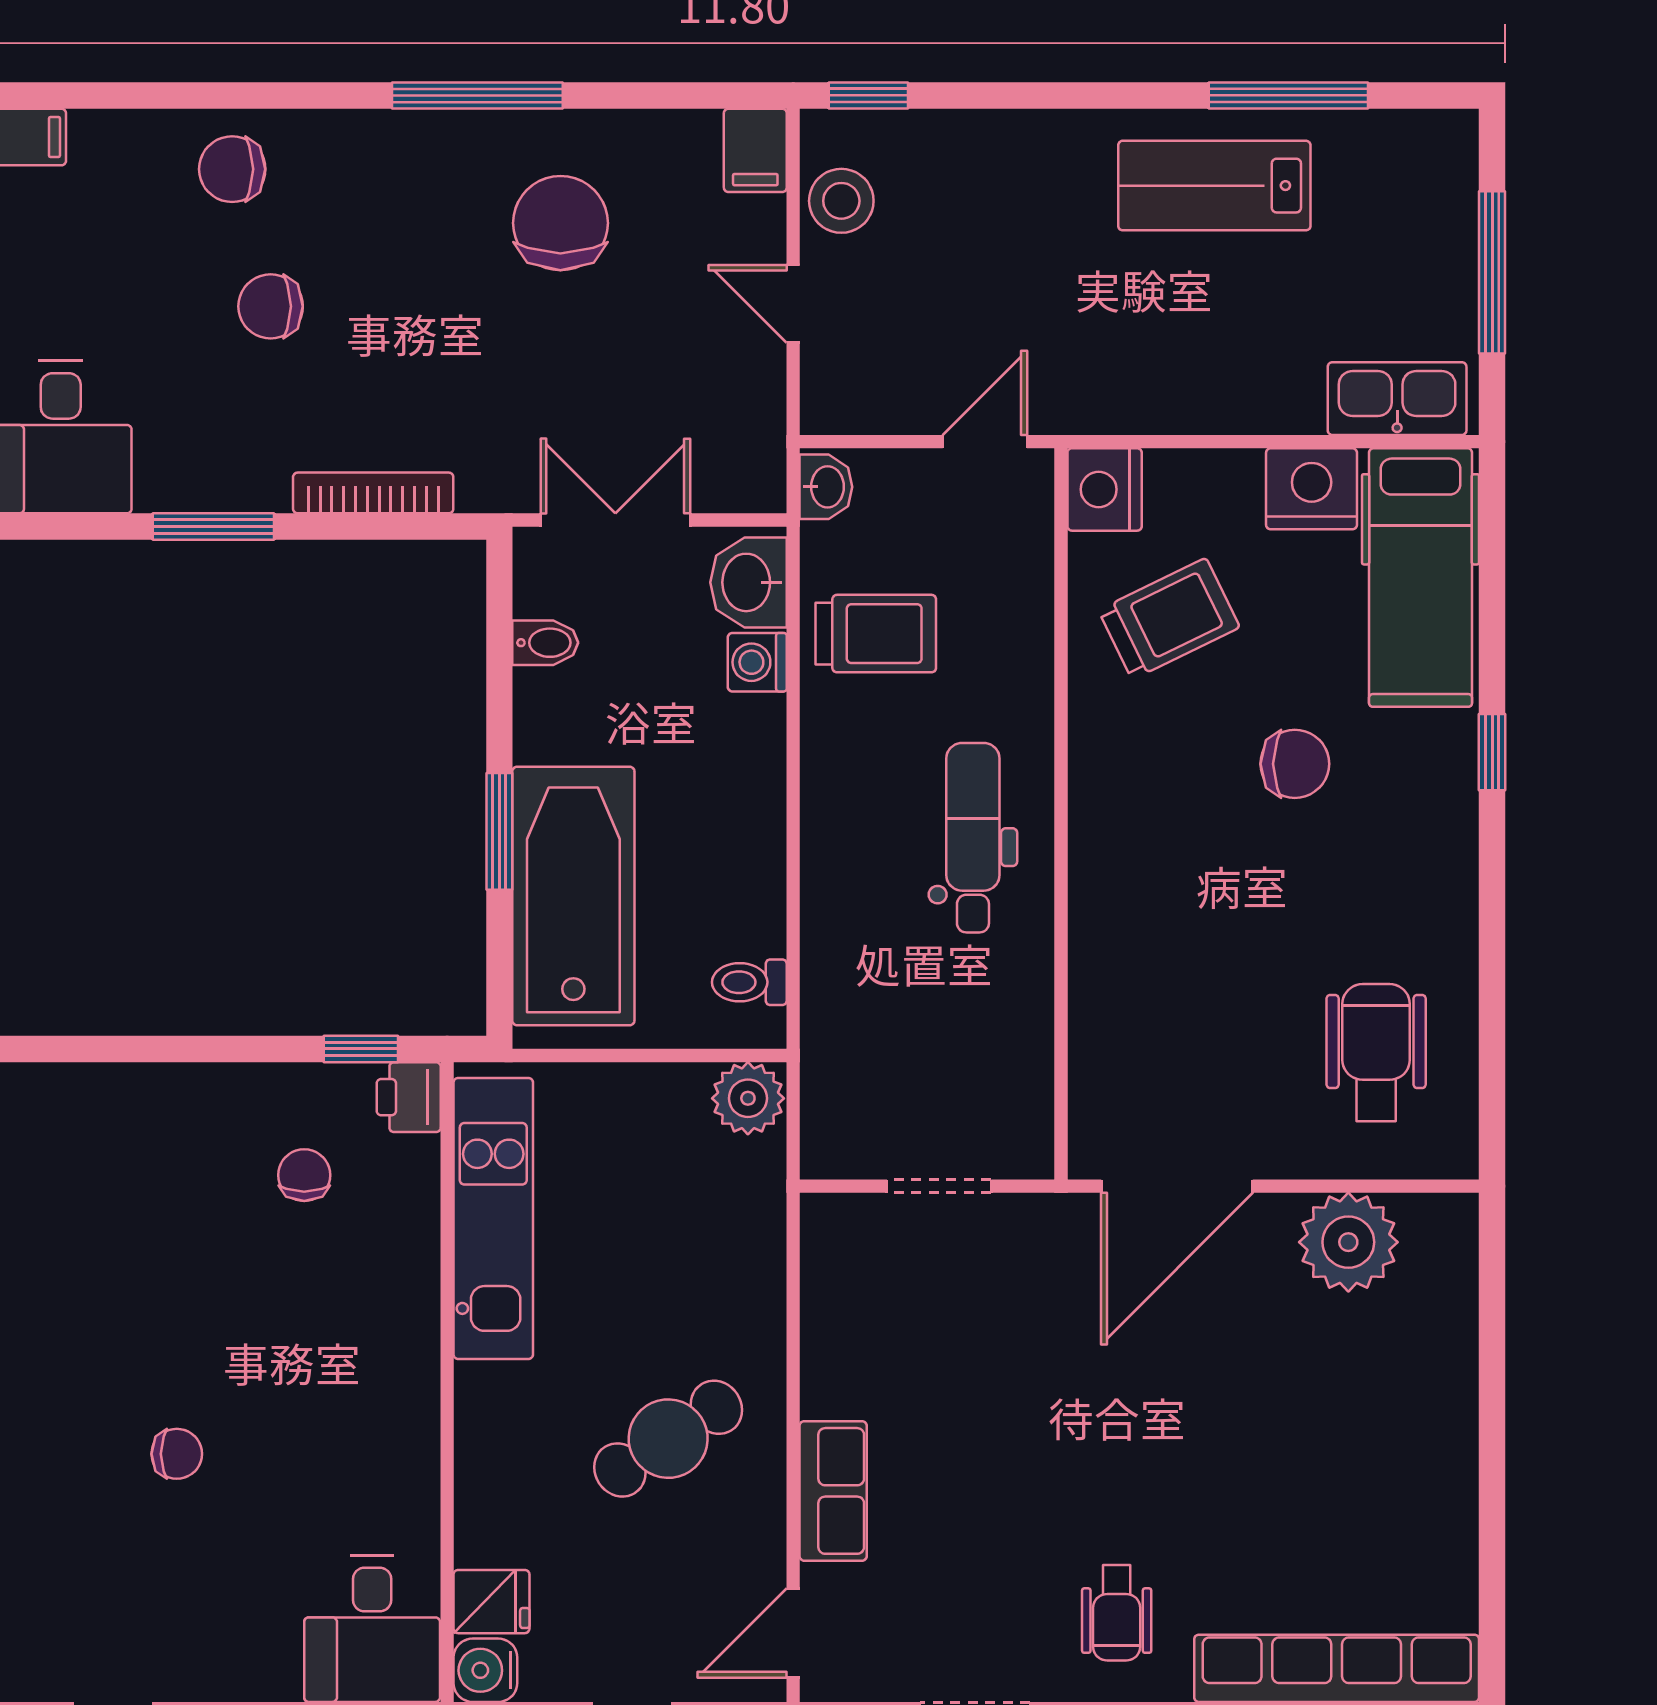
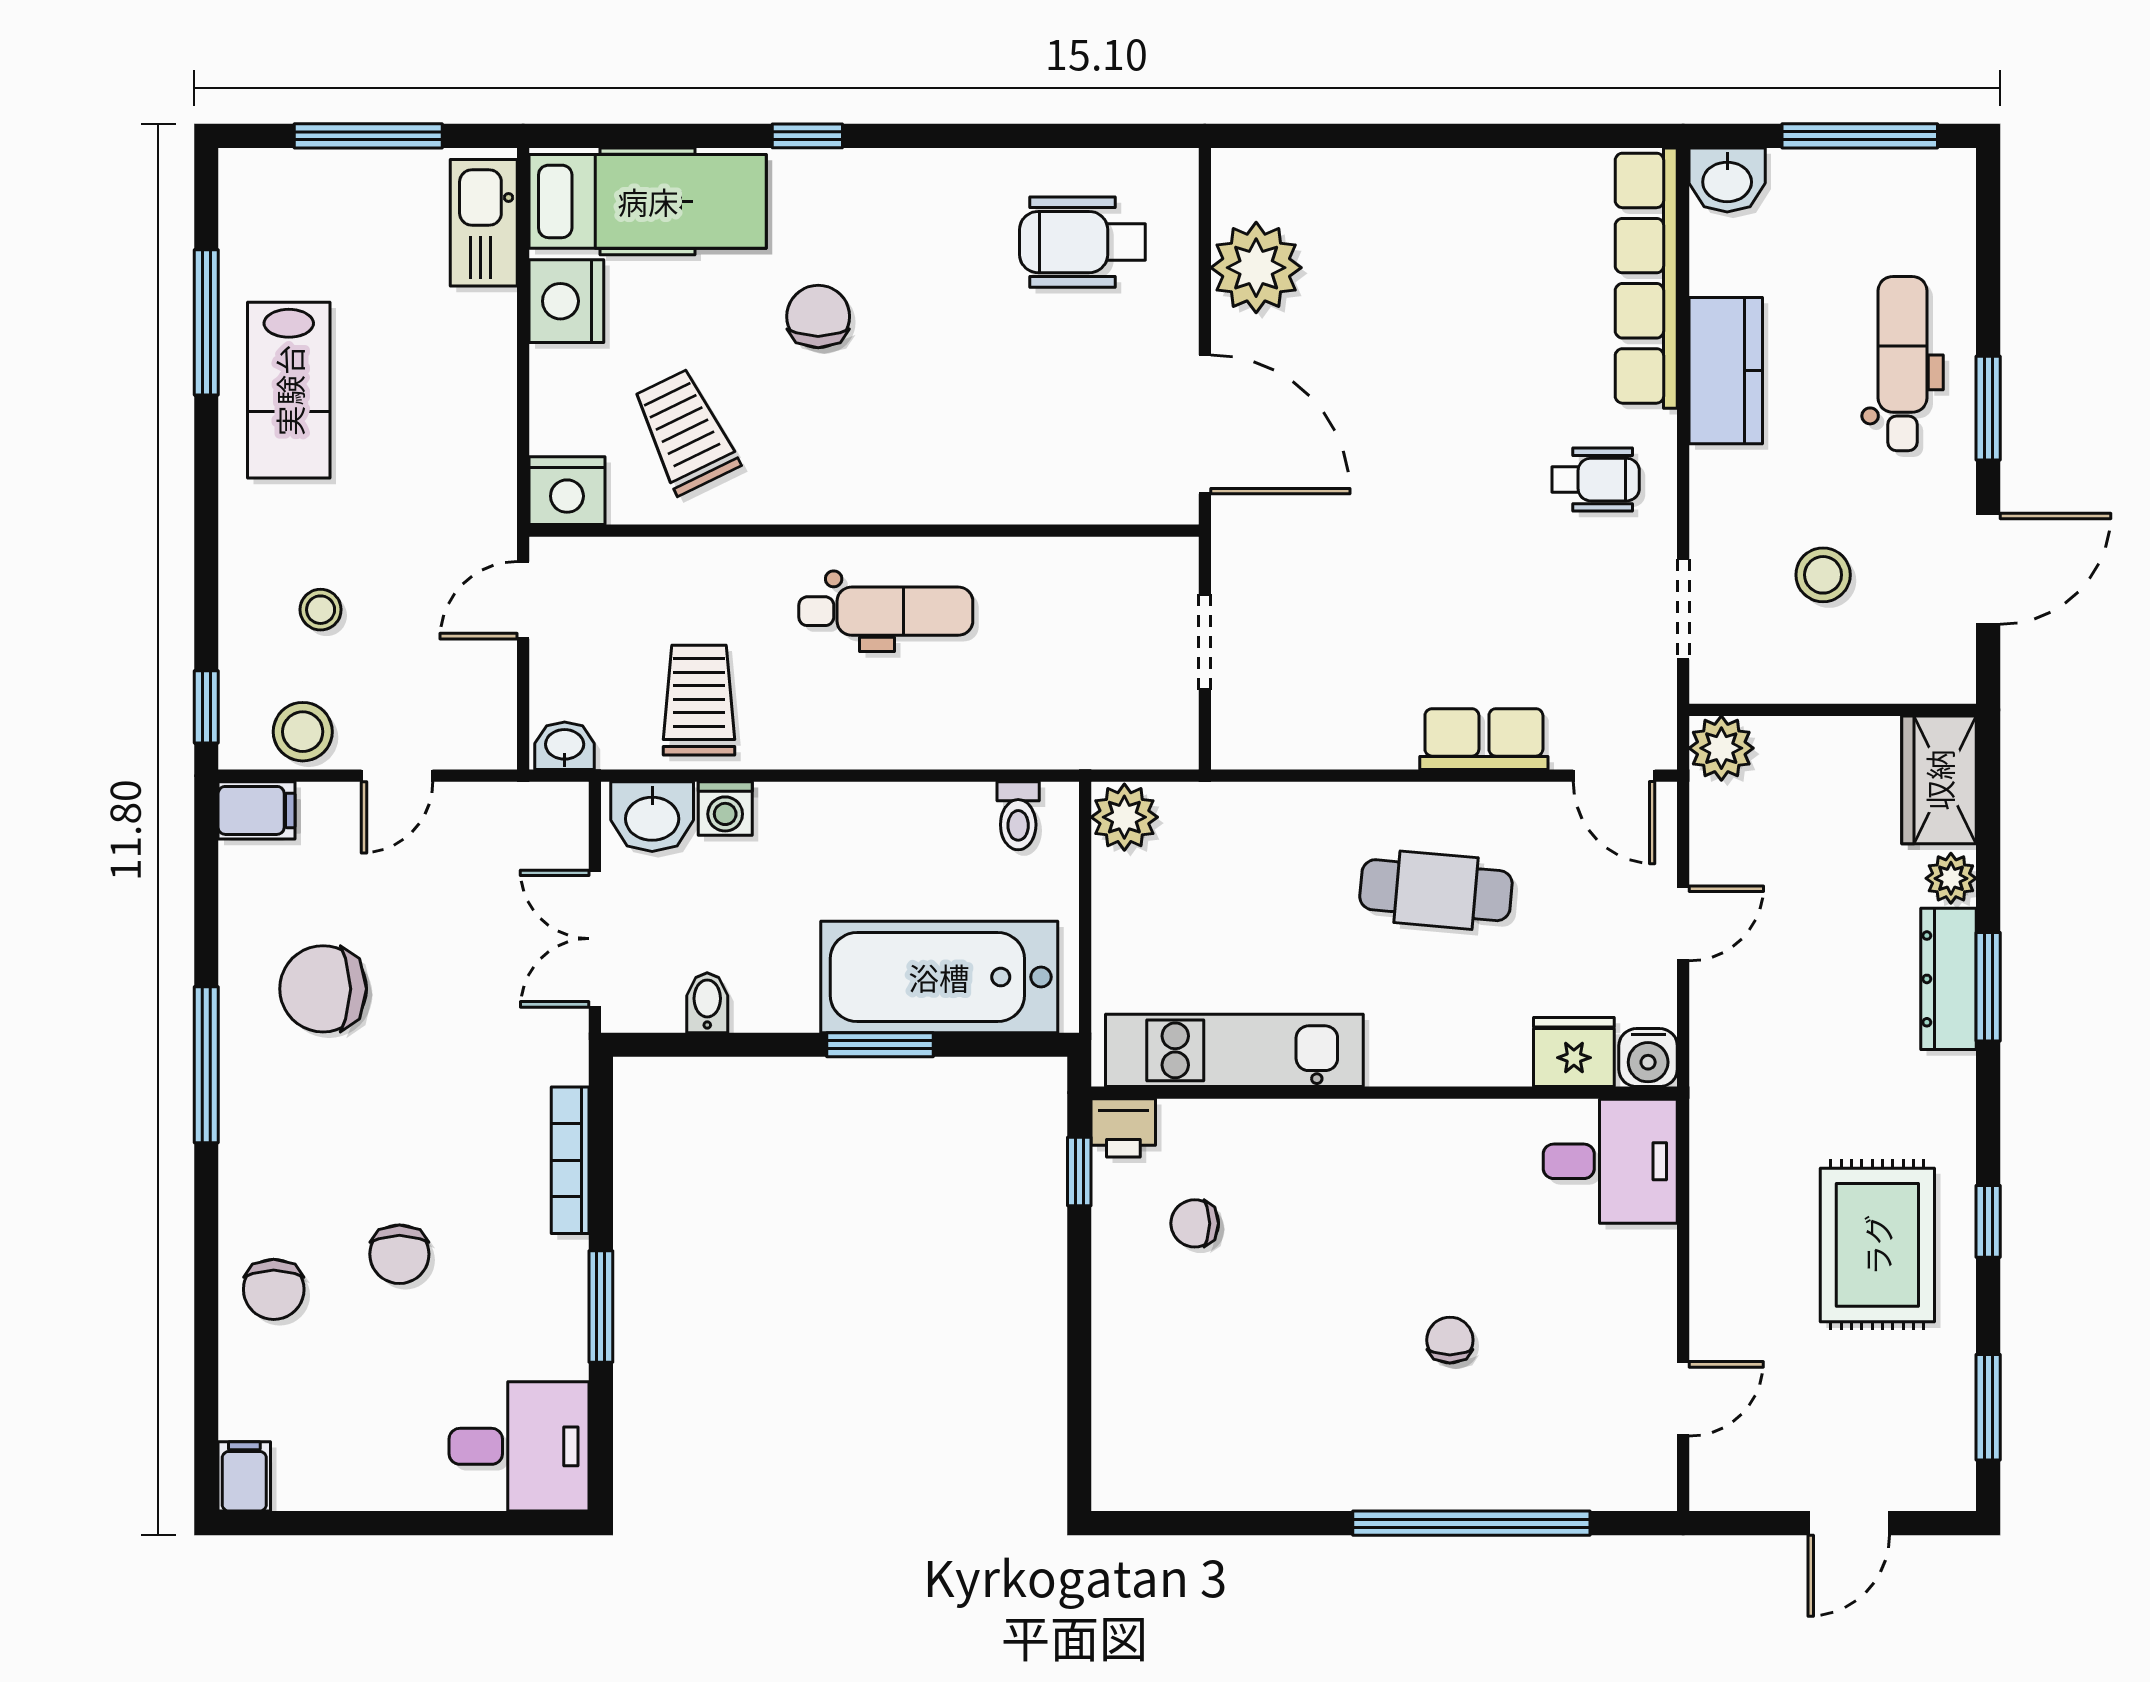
stool: (975, 220) -> (321, 610), added
door: (985, 442) -> (523, 600), hinge flipped
dental chair: (973, 838) -> (886, 611), turned 180
cafe table: (668, 1439) -> (1436, 890), turned -52
fridge: (491, 1602) -> (1574, 1052), width x1.38

